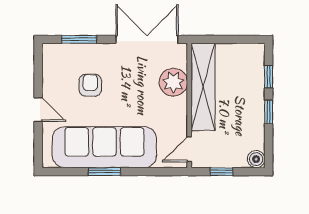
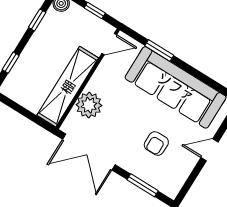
door: (38, 110) -> (209, 150), hinge flipped
window: (269, 112) -> (37, 20), moved
window: (104, 172) -> (159, 51), moved

